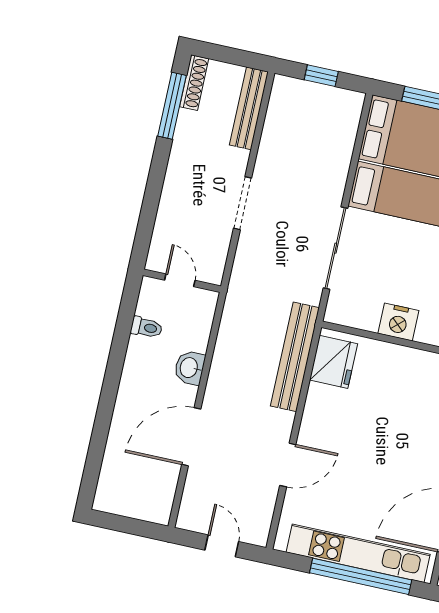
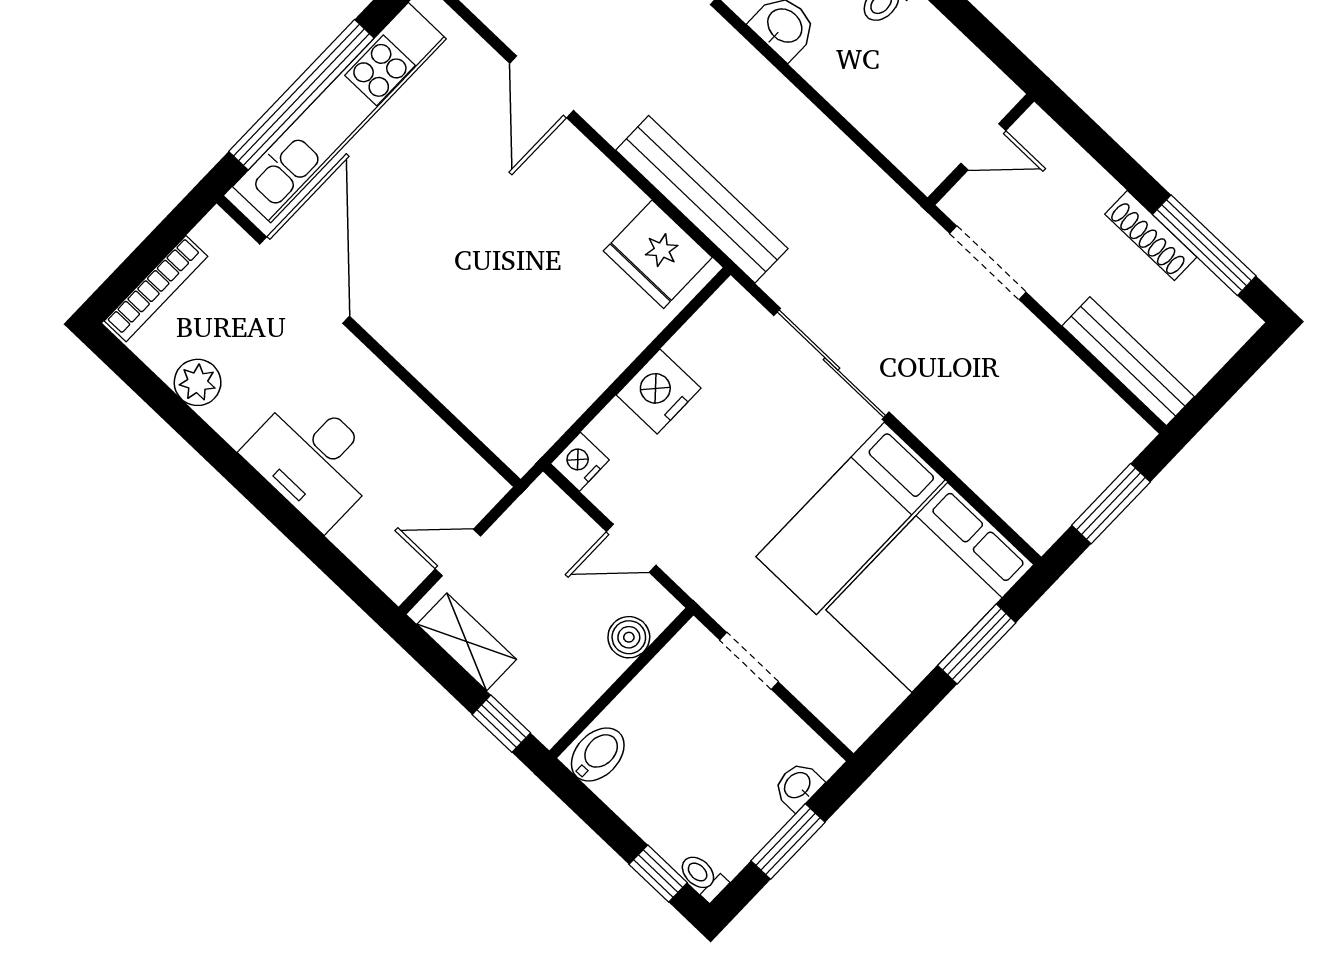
window: (321, 76) -> (1111, 504), width x1.50
shoe rack: (194, 83) -> (1151, 236), moved
door: (180, 280) -> (983, 147), moved
wall: (182, 281) -> (981, 149), moved

